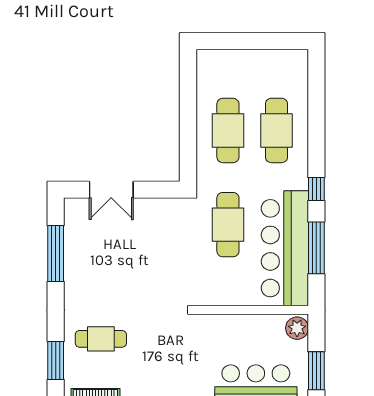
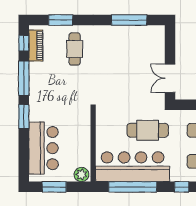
window: (316, 189) -> (182, 187), moved
double door: (111, 190) -> (170, 78), moved
window: (316, 248) -> (133, 187), width x1.46

